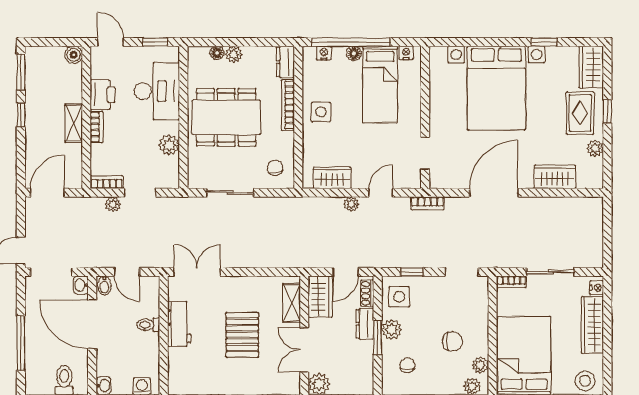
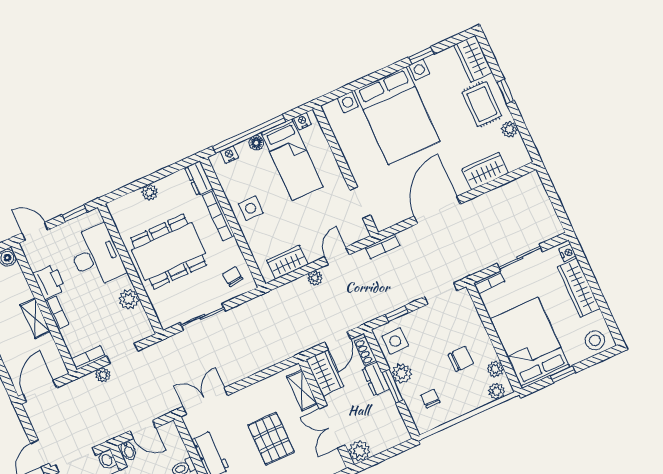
floor lamp: (217, 53) -> (134, 198), removed

